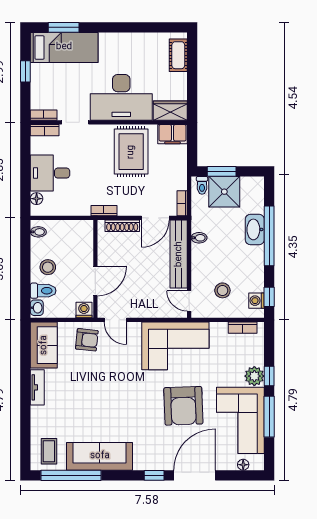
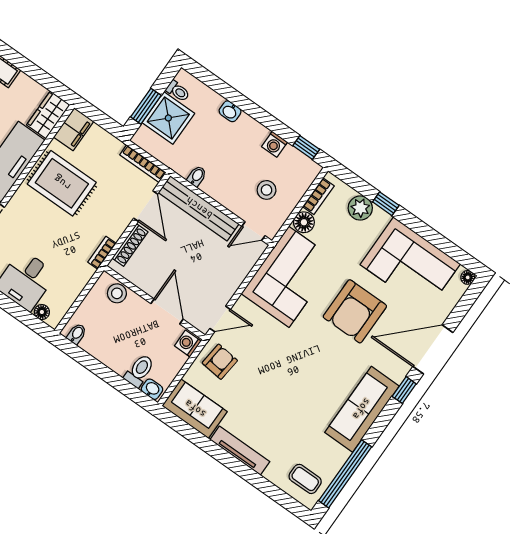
toilet: (202, 185) -> (178, 91), moved
bookcase: (182, 203) -> (143, 164), width x1.56
washbasin: (255, 229) -> (230, 111), width x0.52, depth x0.69
window: (269, 236) -> (245, 104), removed
stool: (48, 267) -> (117, 293), moved
washing machine: (257, 301) -> (275, 144), moved
floor lamp: (219, 330) -> (304, 222), added
plant: (254, 376) -> (360, 208), moved
tv unit: (37, 387) -> (240, 451), width x1.41
armchair: (183, 406) -> (355, 311), turned 92
window: (269, 417) -> (427, 233), removed
sofa: (100, 456) -> (362, 409), moved
floor lamp: (243, 465) -> (468, 277), moved
door: (195, 475) -> (433, 349), hinge flipped

